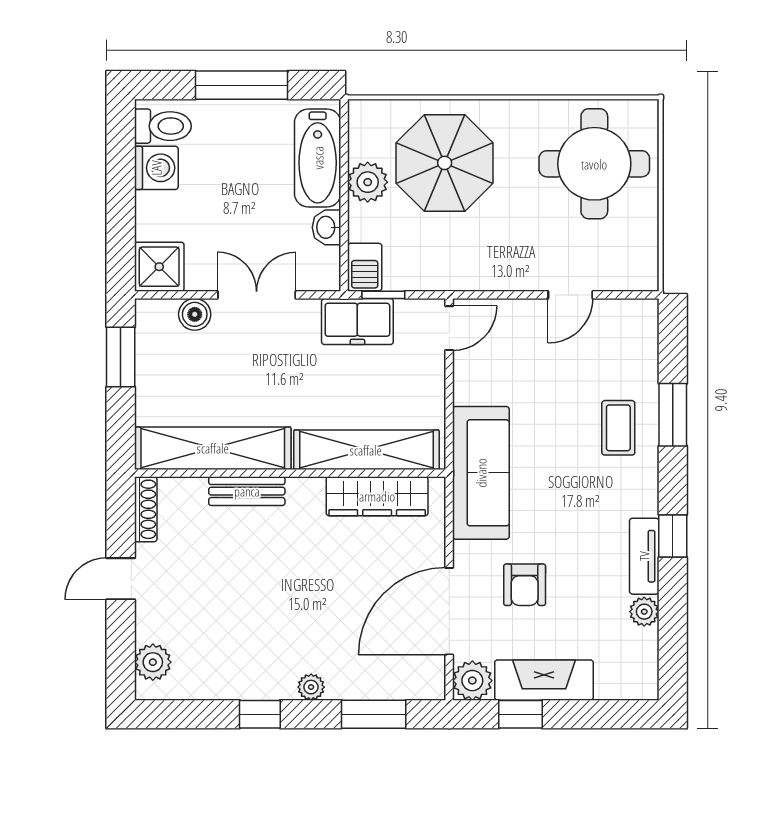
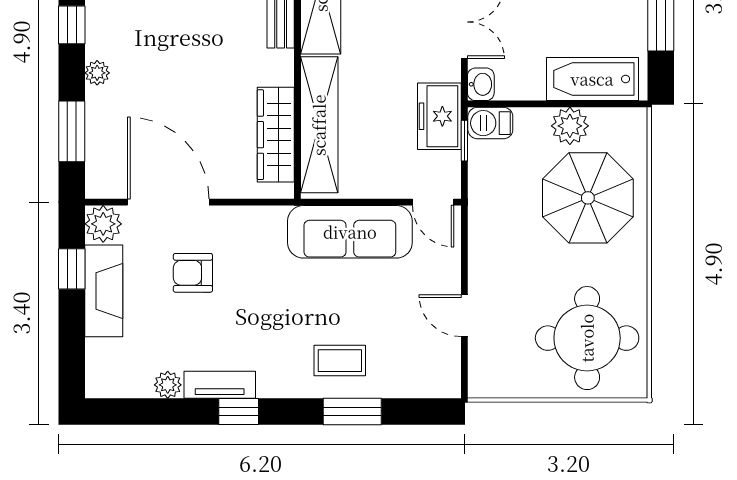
washbasin: (327, 227) -> (481, 84), moved, turned 90
sofa: (481, 473) -> (350, 232), moved

